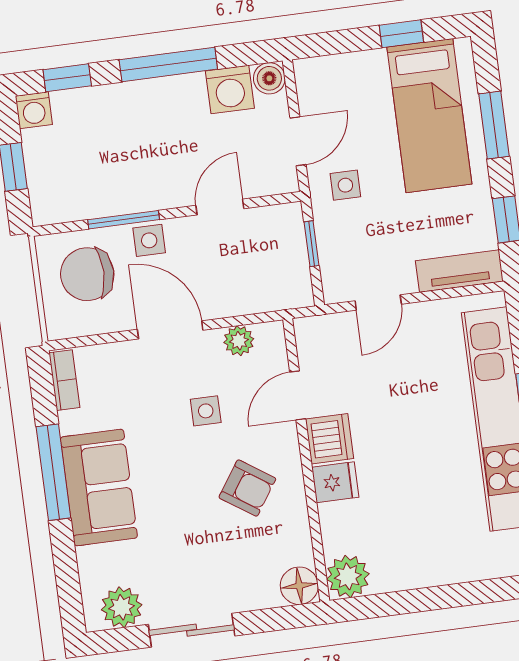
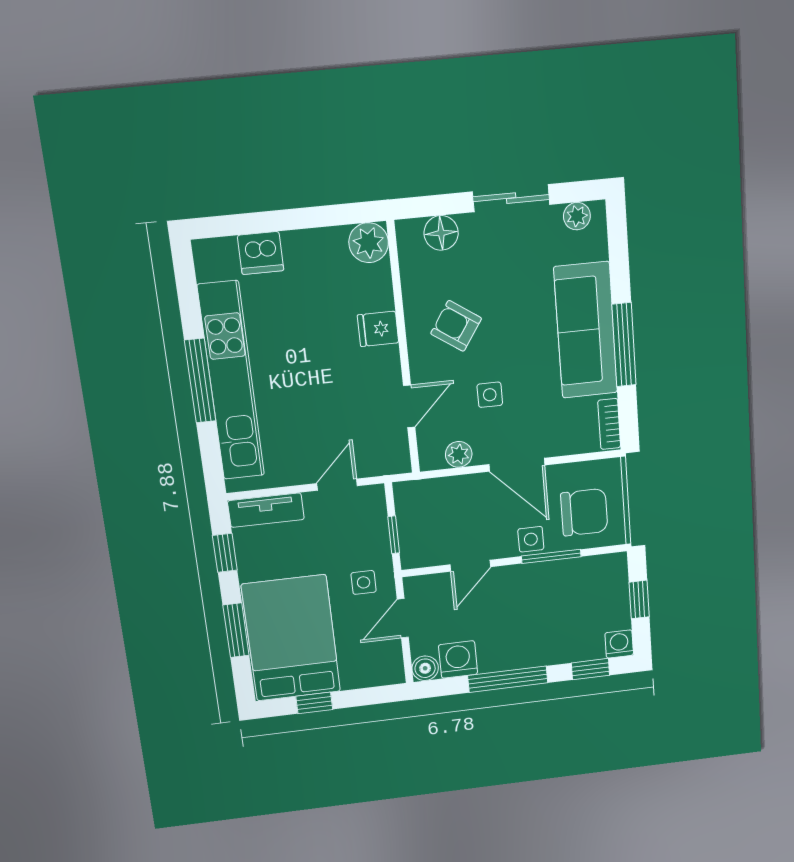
bed: (429, 116) -> (291, 638), width x1.50
dishwasher: (329, 439) -> (261, 253), moved, turned -90
sofa: (99, 487) -> (586, 330), width x1.36
floor lamp: (299, 586) -> (441, 233), moved
plant: (122, 607) -> (577, 216), width x0.73, depth x0.73

